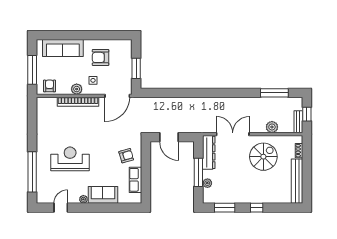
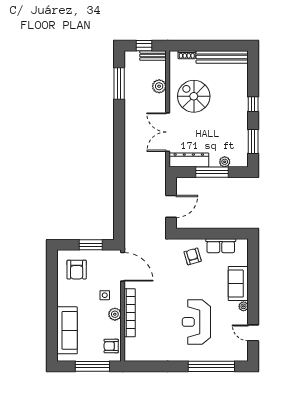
armchair: (101, 57) -> (77, 270), moved

